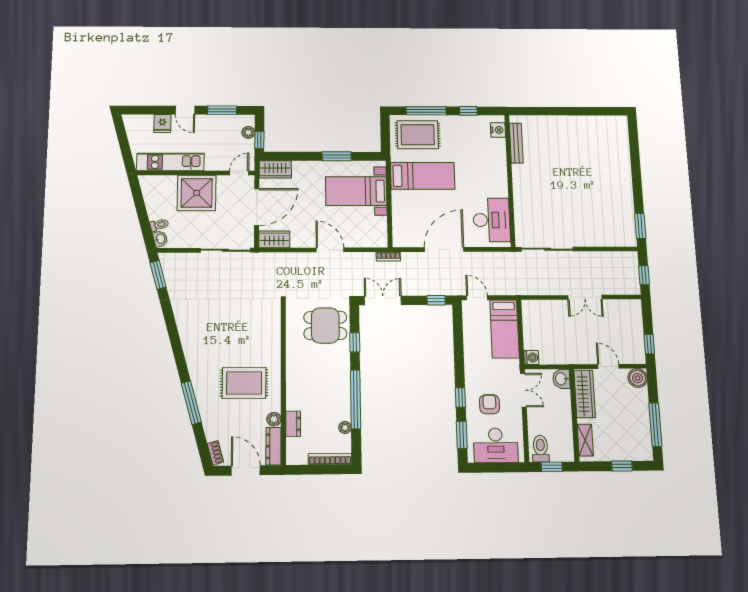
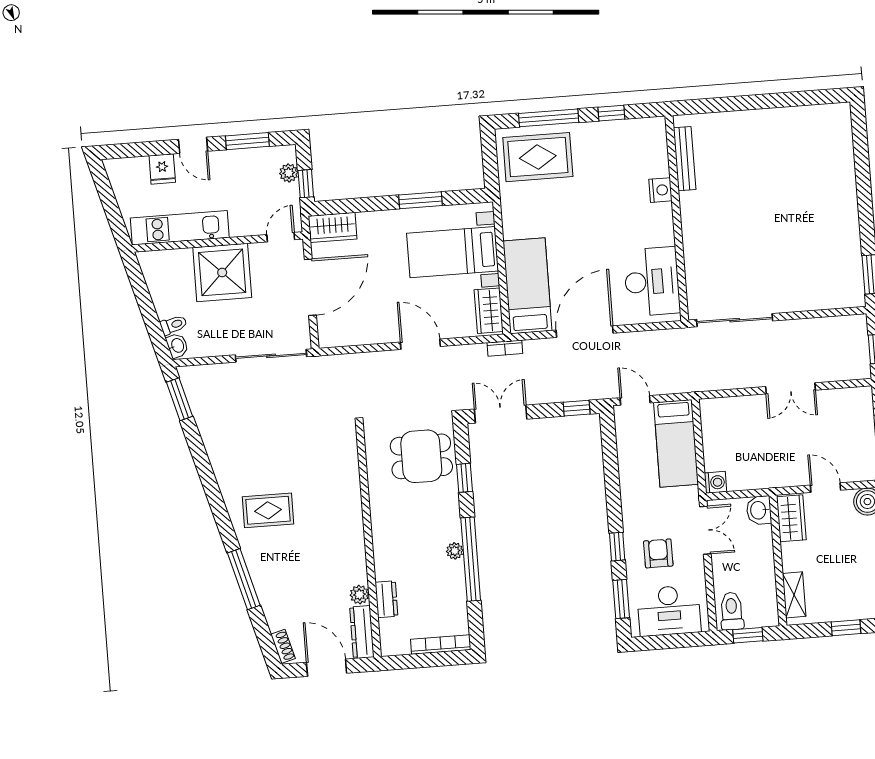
nightstand: (498, 130) -> (660, 190), moved
bed: (423, 176) -> (527, 286), moved, turned -90
wardrobe: (274, 239) -> (489, 311), moved, turned -90
rug: (244, 383) -> (268, 510), moved, width x0.73, depth x0.70
wardrobe: (585, 394) -> (791, 518), width x0.67
plant: (345, 427) -> (455, 551), moved

